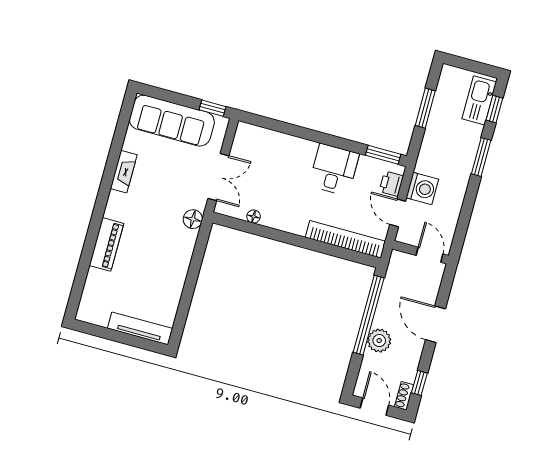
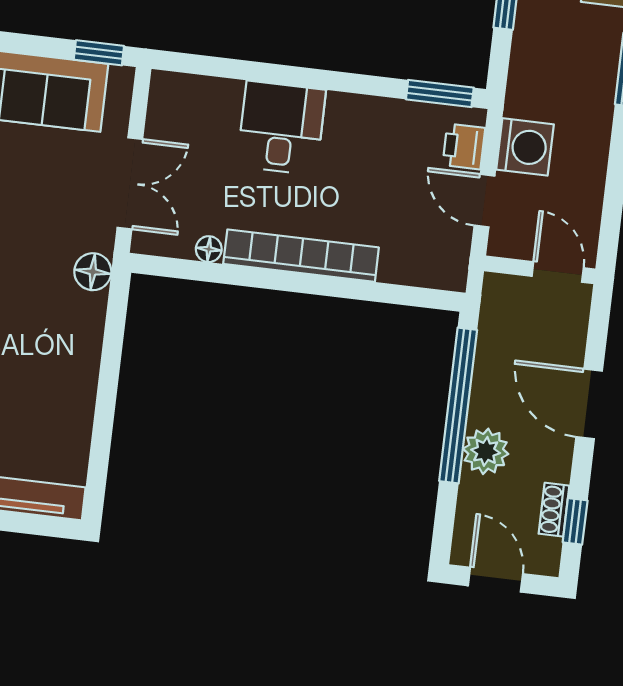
desk: (334, 170) -> (281, 128), moved
bookcase: (345, 239) -> (301, 256), moved
shoe rack: (404, 396) -> (554, 510), moved

